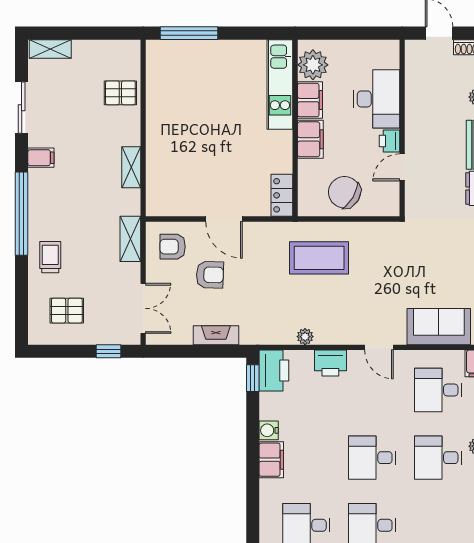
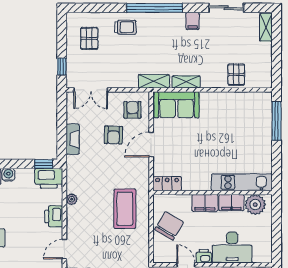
sofa: (165, 181) -> (176, 105), added
shelving: (130, 239) -> (154, 81), moved

